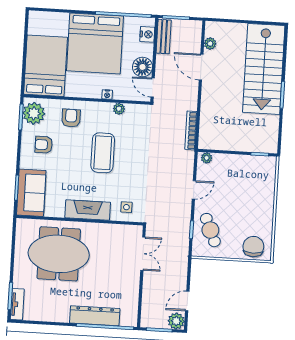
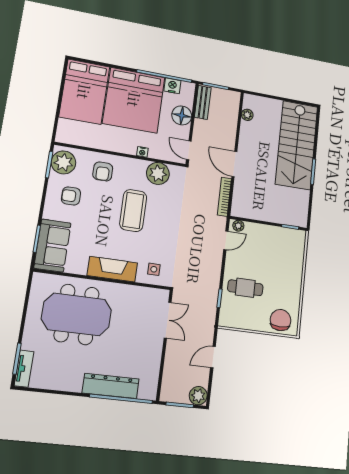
nightstand: (147, 34) -> (172, 86), moved, turned -90
bed: (46, 66) -> (84, 92), moved, turned 180
floor lamp: (143, 67) -> (182, 115), moved
door: (201, 67) -> (234, 164), moved
plant: (119, 109) -> (158, 173), width x1.88, depth x1.88
armchair: (71, 118) -> (103, 171), turned 180
door: (194, 190) -> (226, 240), moved
cafe table: (210, 230) -> (245, 288), moved, turned -67
door: (187, 301) -> (213, 357), moved

